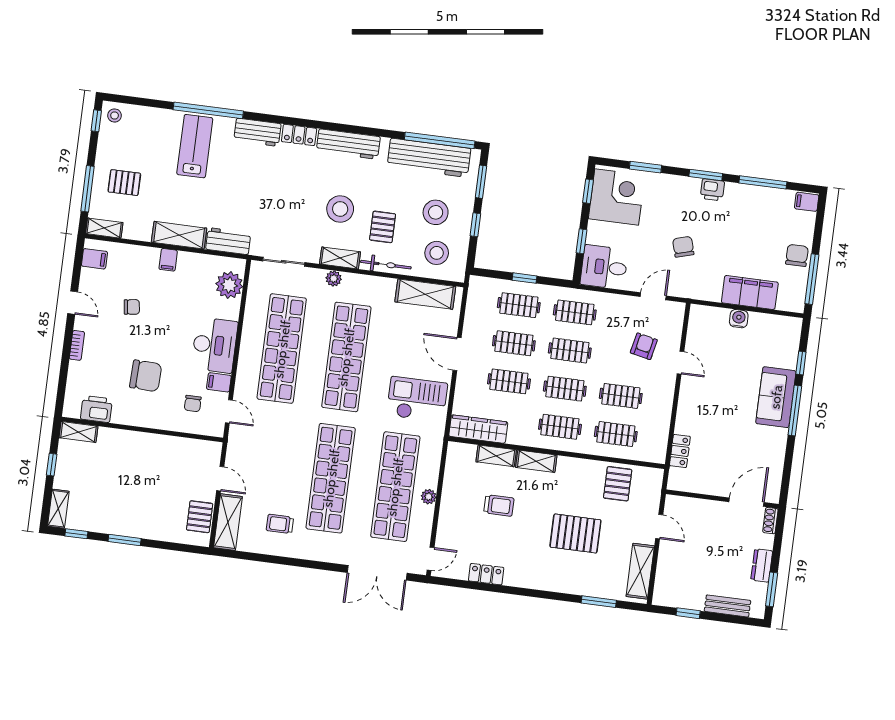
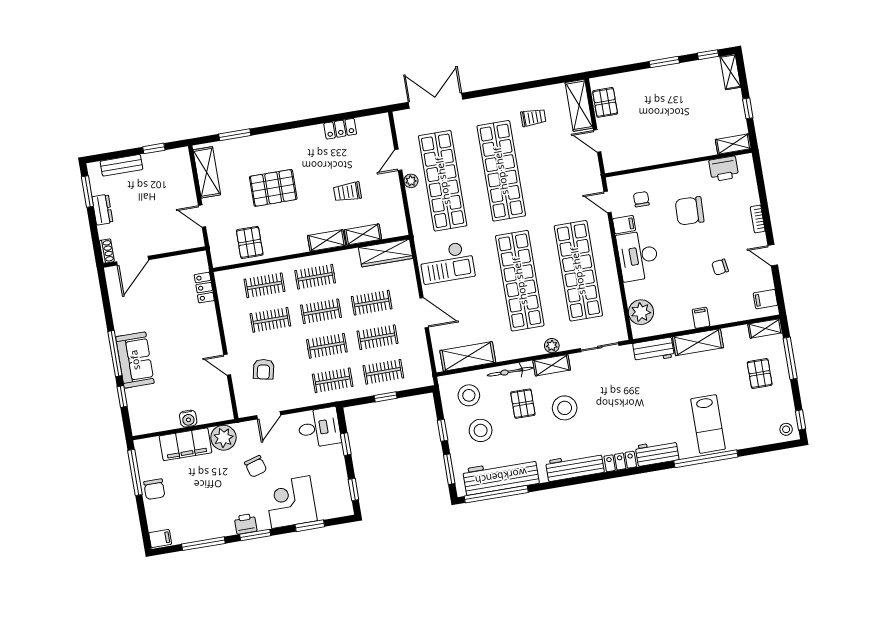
pallet: (124, 183) -> (760, 373), turned 90
corner desk: (617, 197) -> (291, 502), moved, turned 90
plant: (708, 287) -> (223, 438), added
door: (431, 559) -> (398, 160), moved

